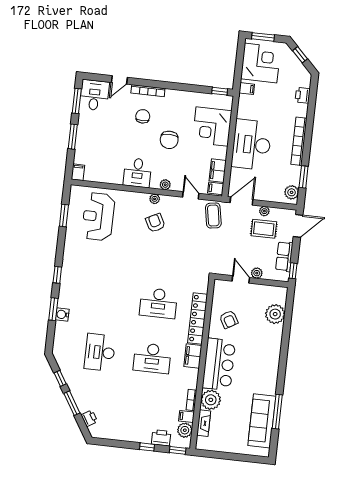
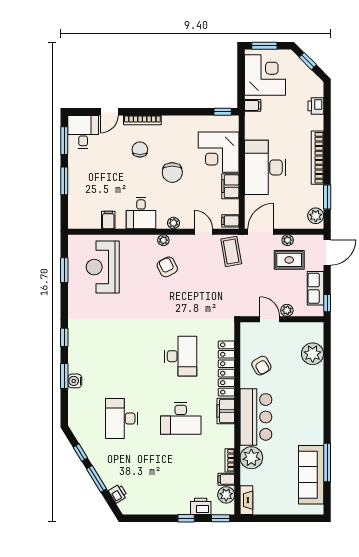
filing cabinet: (218, 171) -> (230, 186), moved
filing cabinet: (78, 172) -> (108, 220), moved
desk: (158, 303) -> (181, 356), turned -90
fireplace: (204, 423) -> (246, 500), moved

